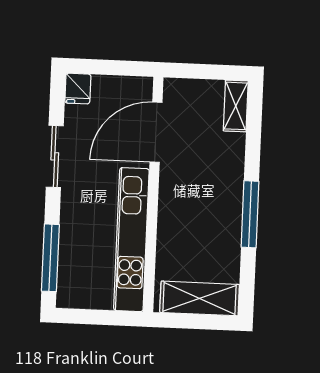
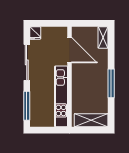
door: (156, 132) -> (69, 50), swing flipped
sliding door: (55, 156) -> (27, 62), width x1.37

